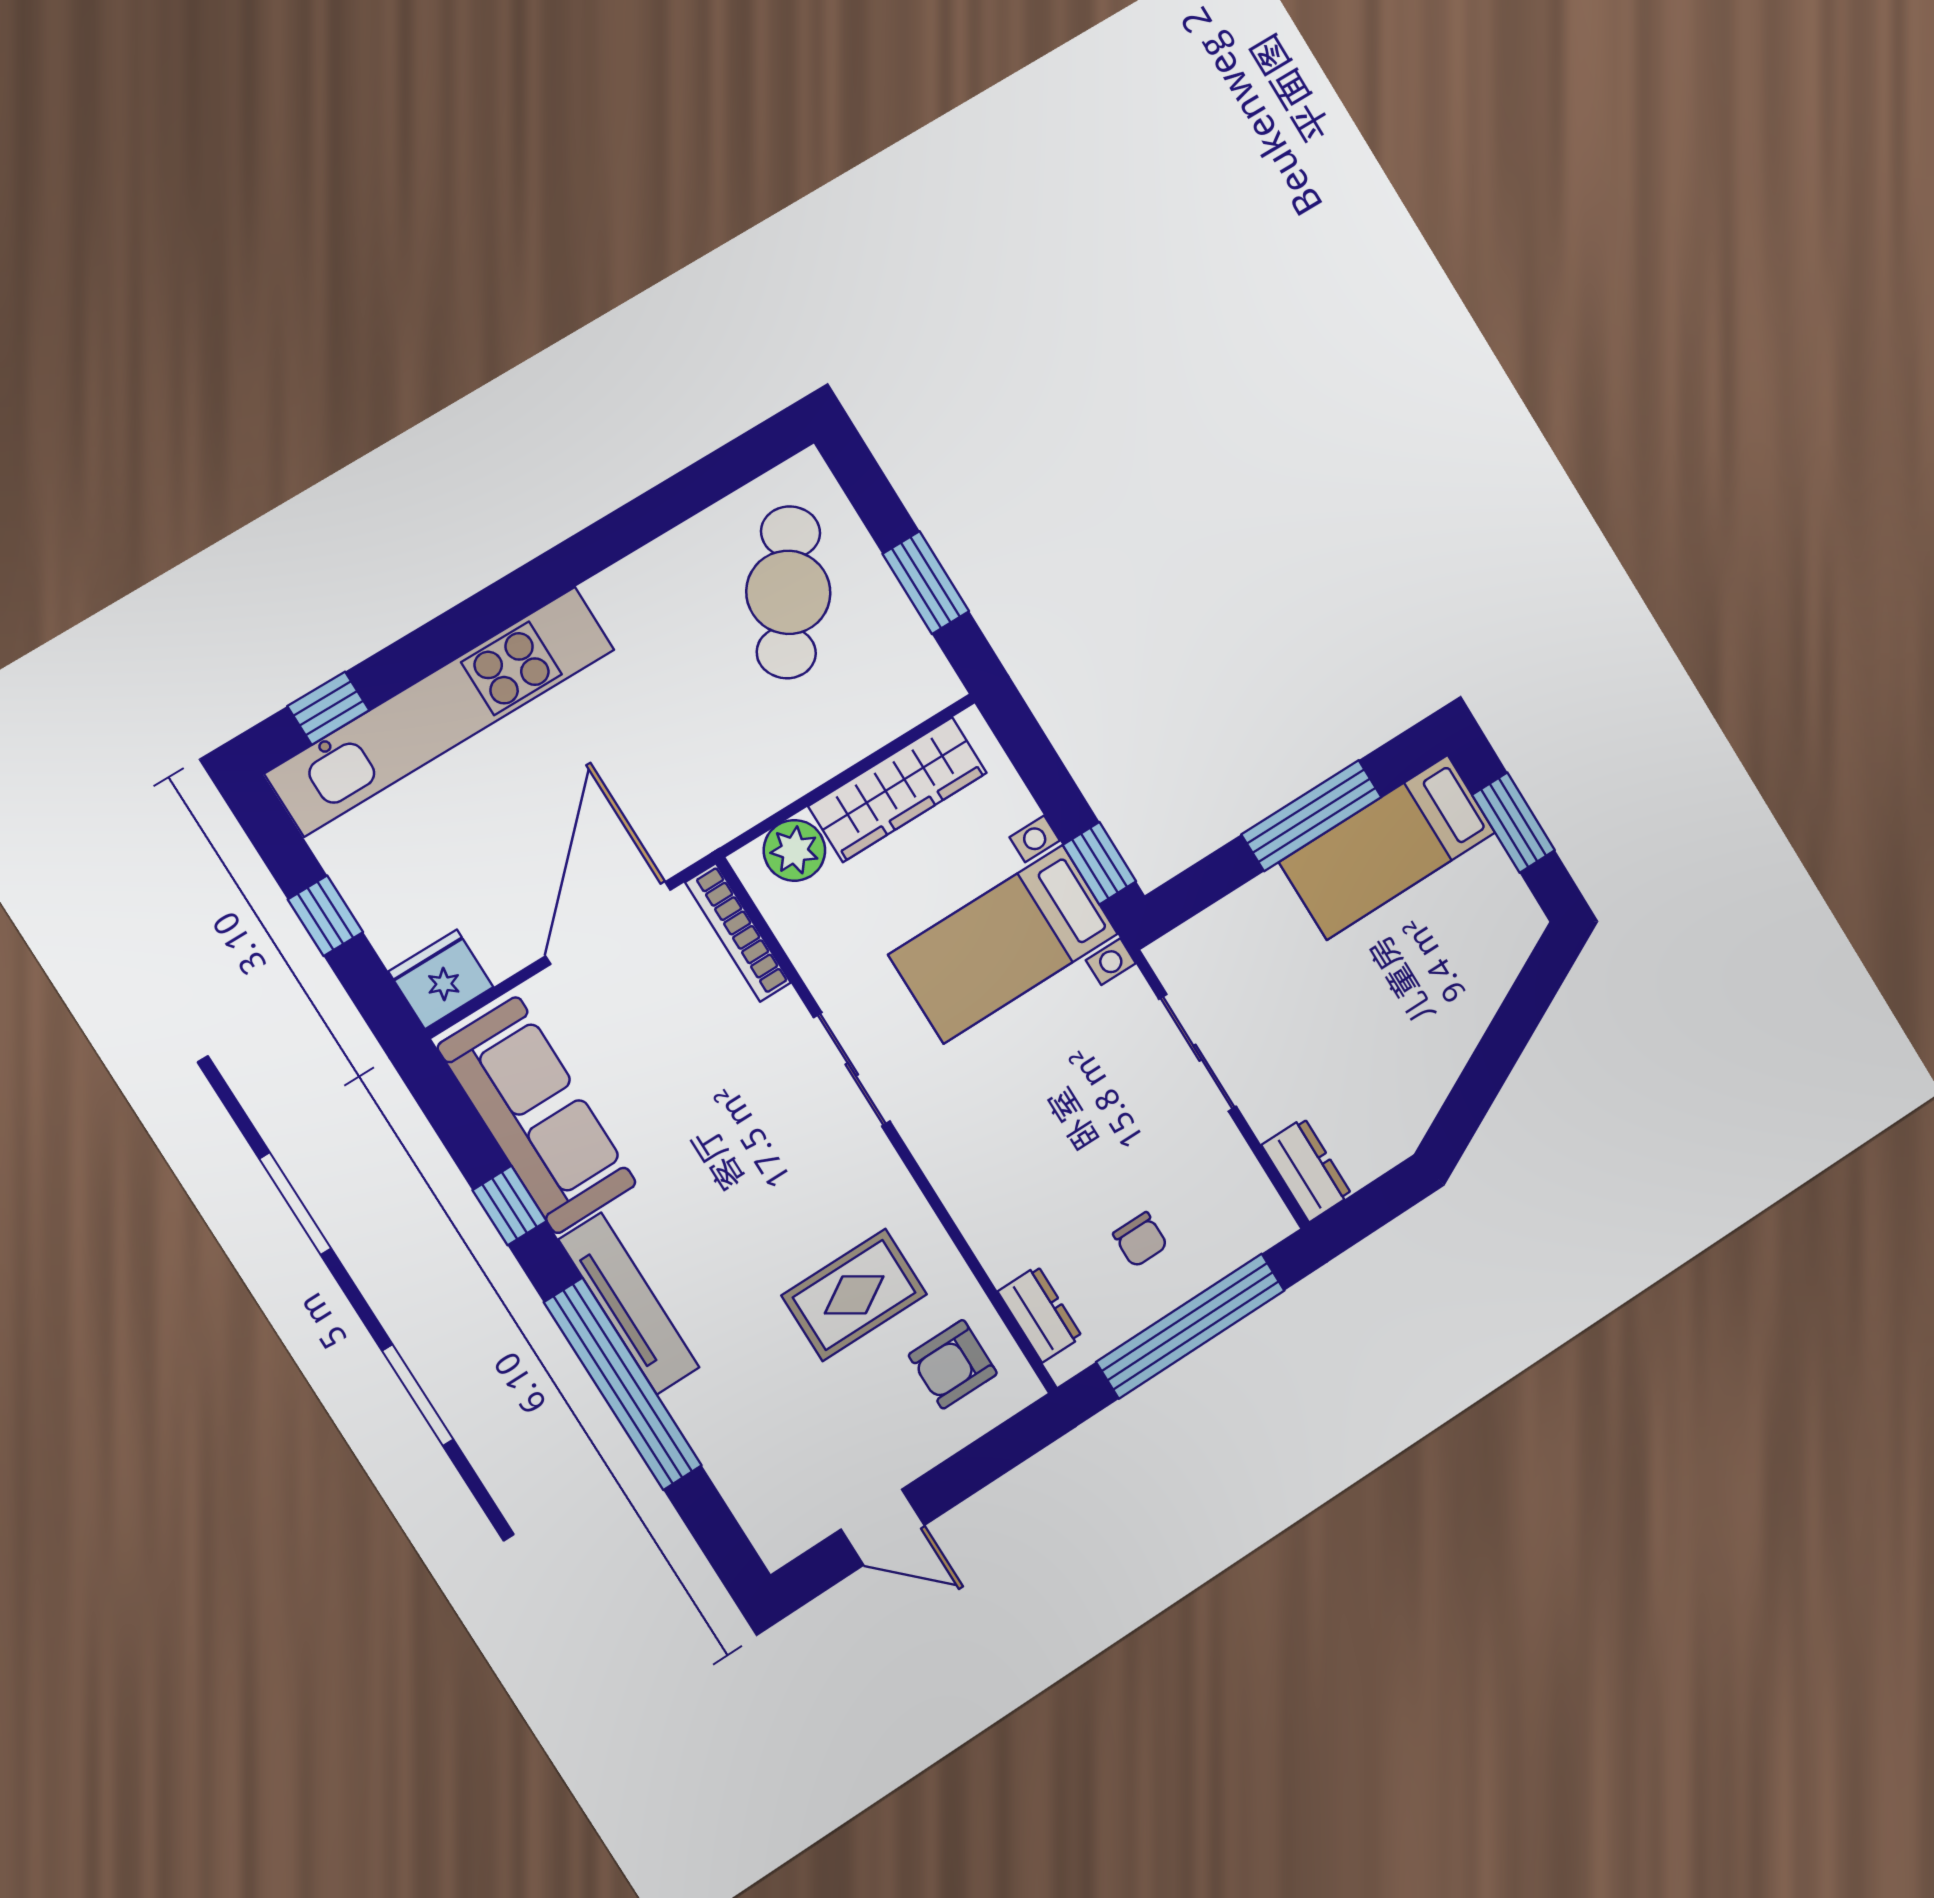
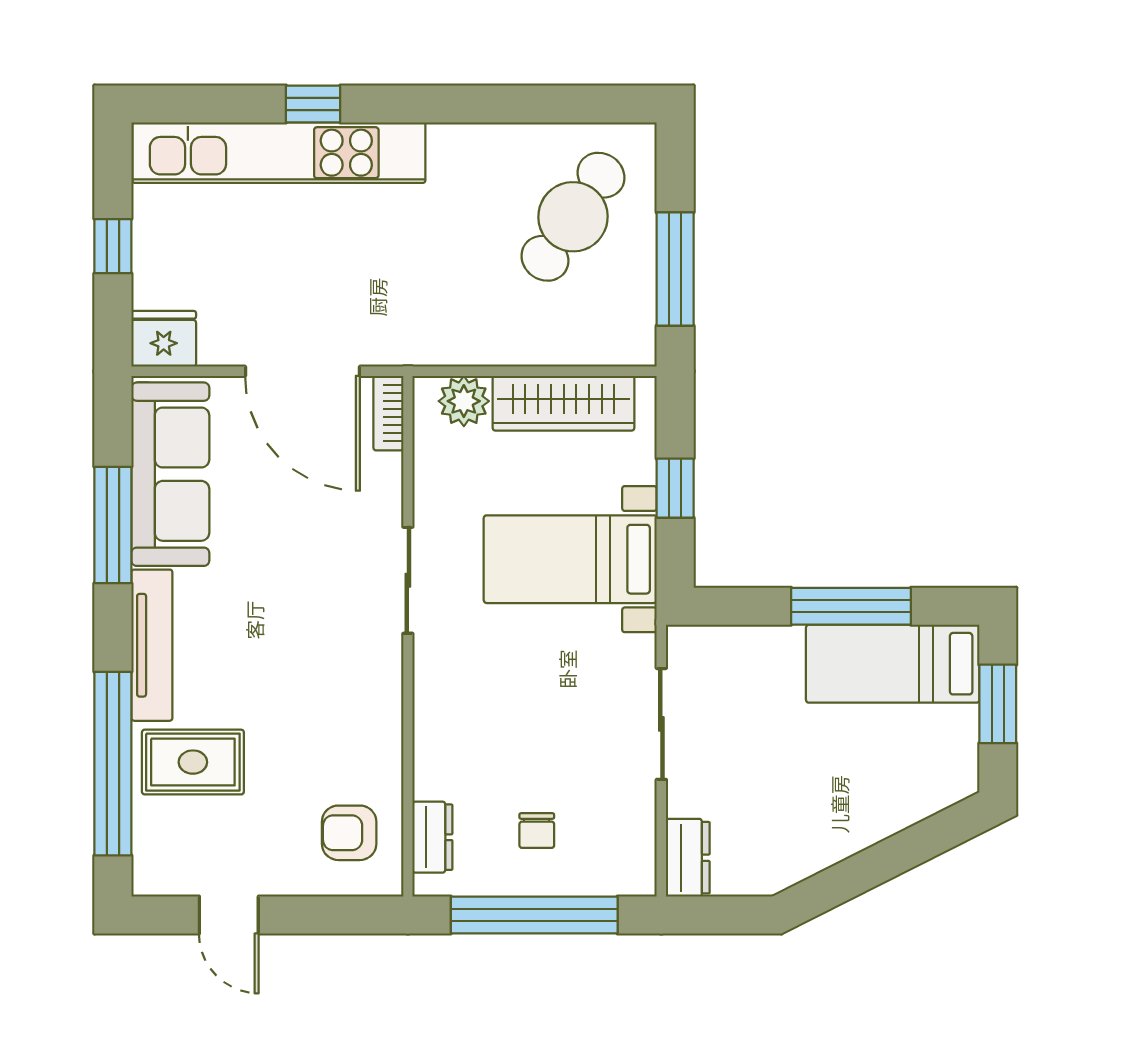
window: (926, 583) -> (675, 269), width x1.44
window: (328, 708) -> (313, 104), moved
window: (1099, 863) -> (675, 488), moved
door: (608, 923) -> (302, 371), swing flipped
bookcase: (738, 932) -> (388, 413), width x0.64
window: (510, 1206) -> (113, 525), width x2.17
rug: (854, 1295) -> (193, 762), moved
window: (623, 1384) -> (113, 764), moved

